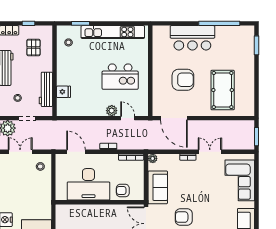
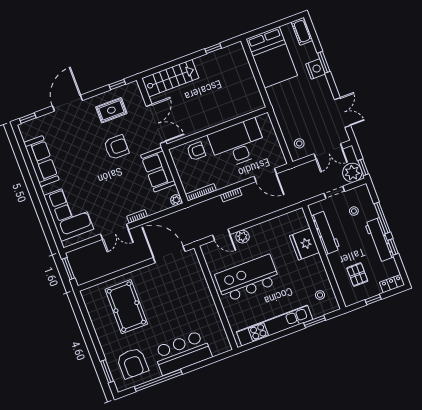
kitchen island: (120, 77) -> (247, 278), width x1.37
armchair: (183, 80) -> (133, 363), moved, turned -90
fridge: (63, 92) -> (304, 244), width x1.88, depth x1.34

